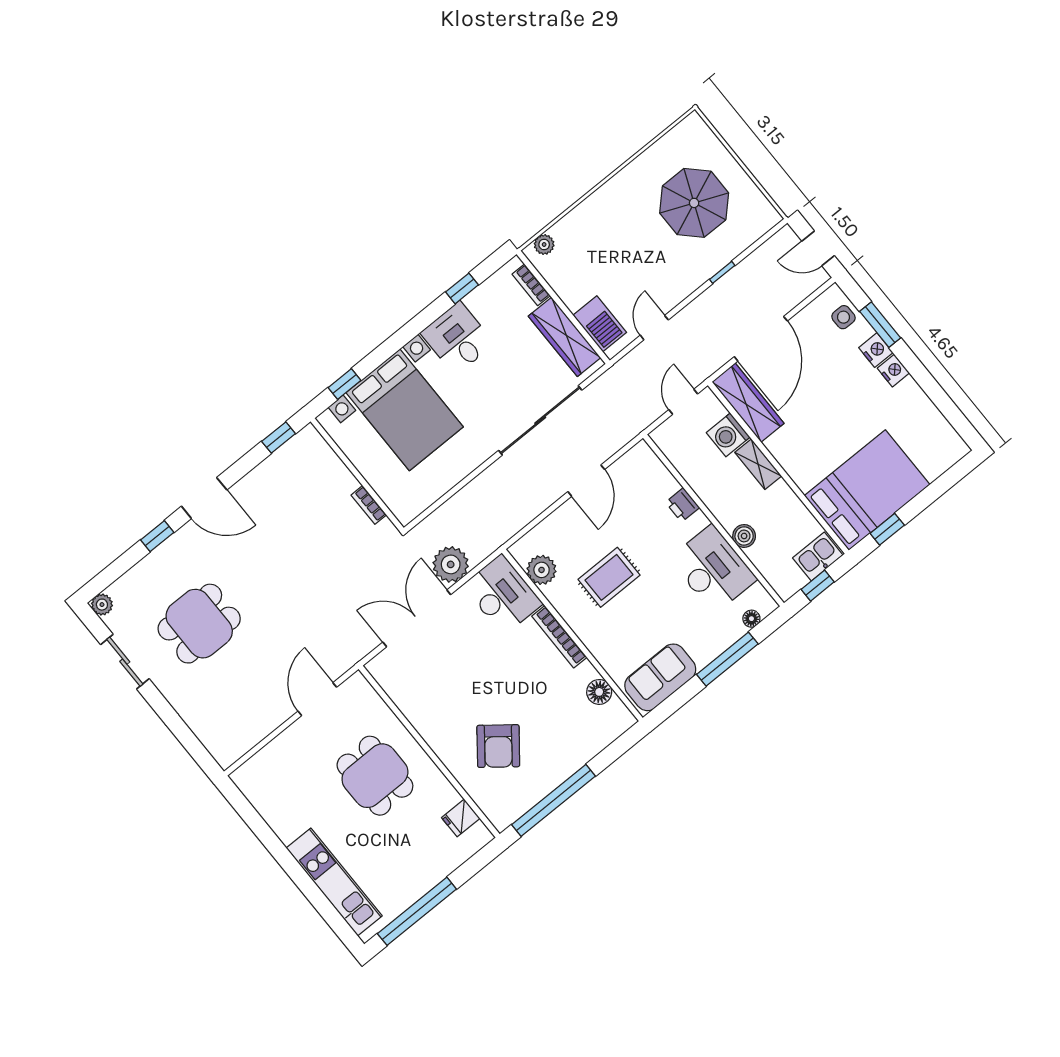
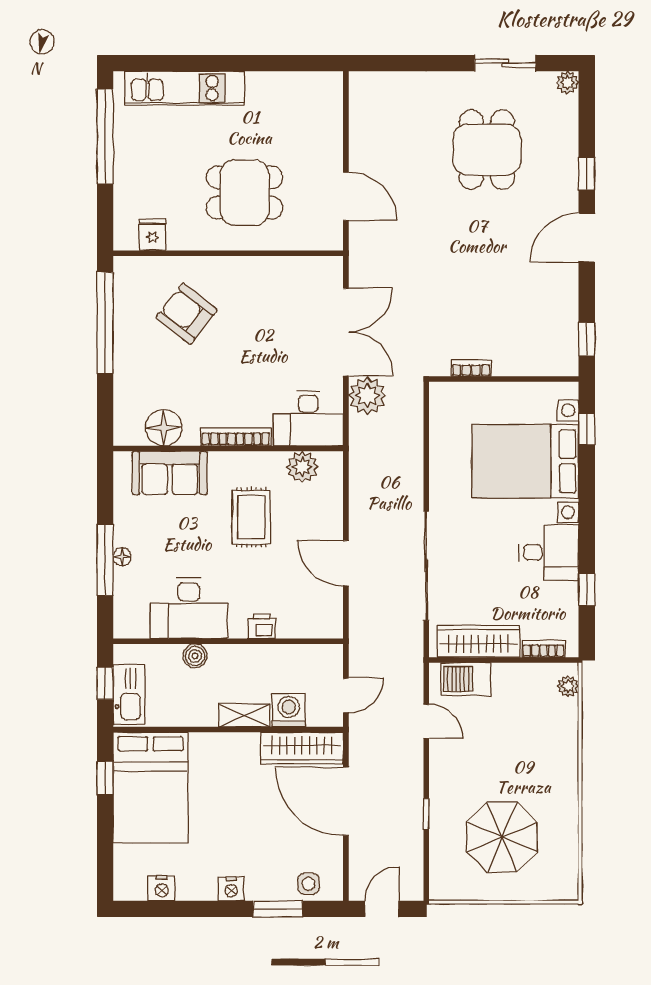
nightstand: (876, 350) -> (162, 888), moved
door: (683, 402) -> (346, 695), hinge flipped
kitchen sink: (818, 556) -> (129, 695), width x1.38
floor lamp: (751, 619) -> (122, 557), moved
sofa: (660, 677) -> (170, 473), moved, turned 90
floor lamp: (599, 692) -> (164, 428), width x1.38, depth x1.38

